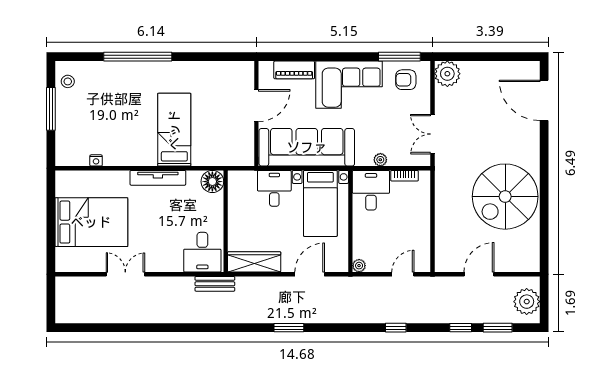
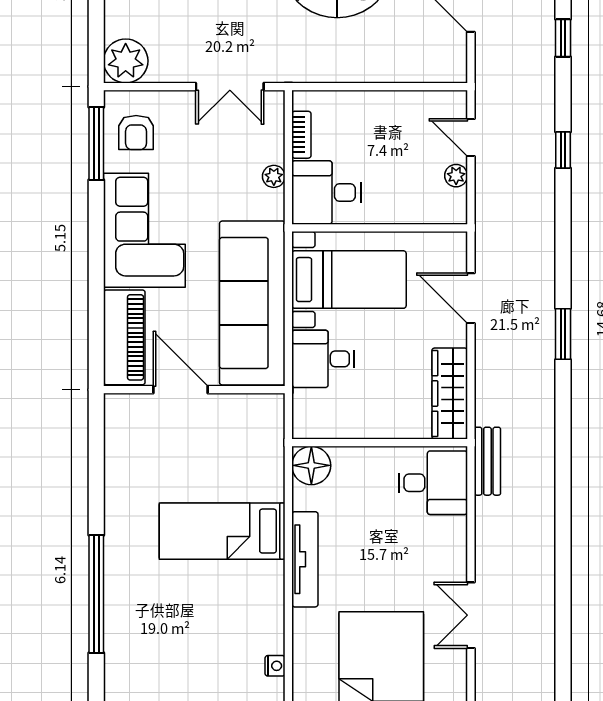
piano: (294, 70) -> (124, 337), width x1.37, depth x1.33
plant: (359, 266) -> (456, 176), moved

